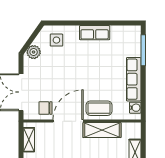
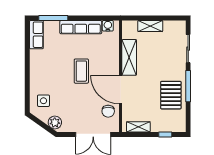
row of seats: (95, 33) -> (36, 35), moved
coffee table: (99, 108) -> (81, 71), moved

